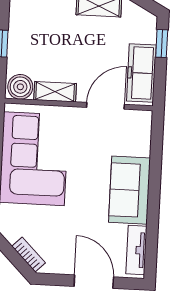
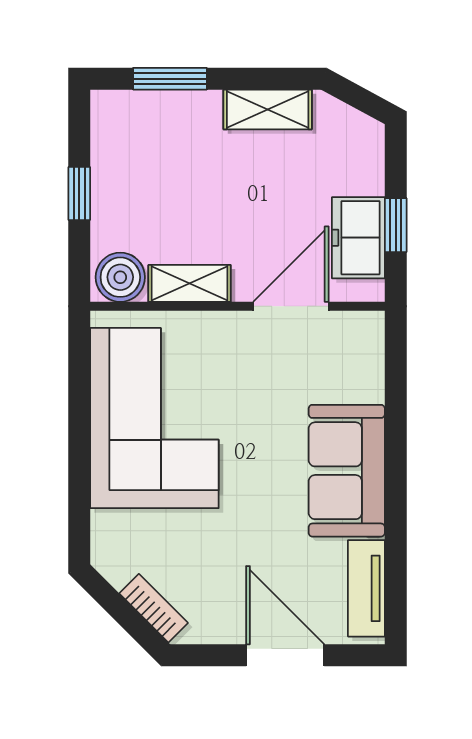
window: (162, 44) -> (396, 225), moved
freezer: (141, 73) -> (358, 238), width x0.71

